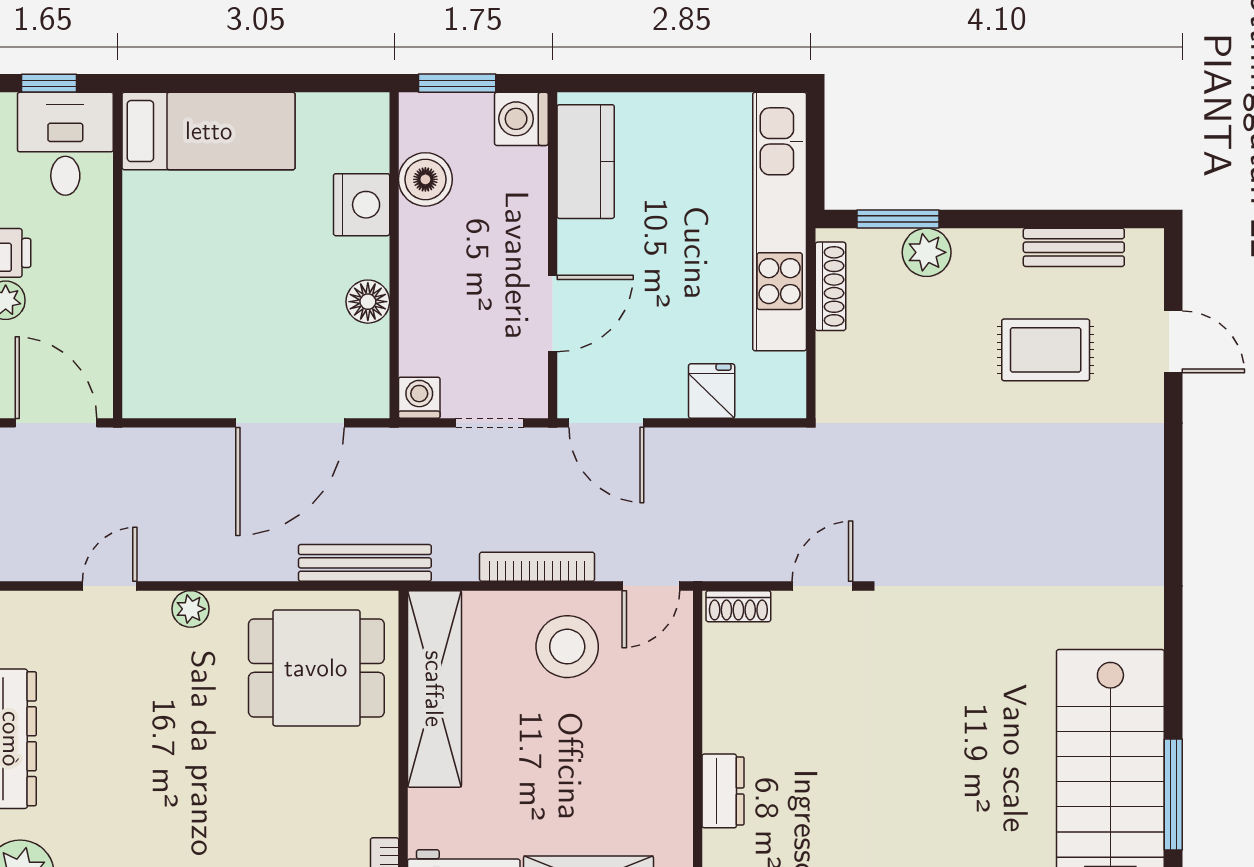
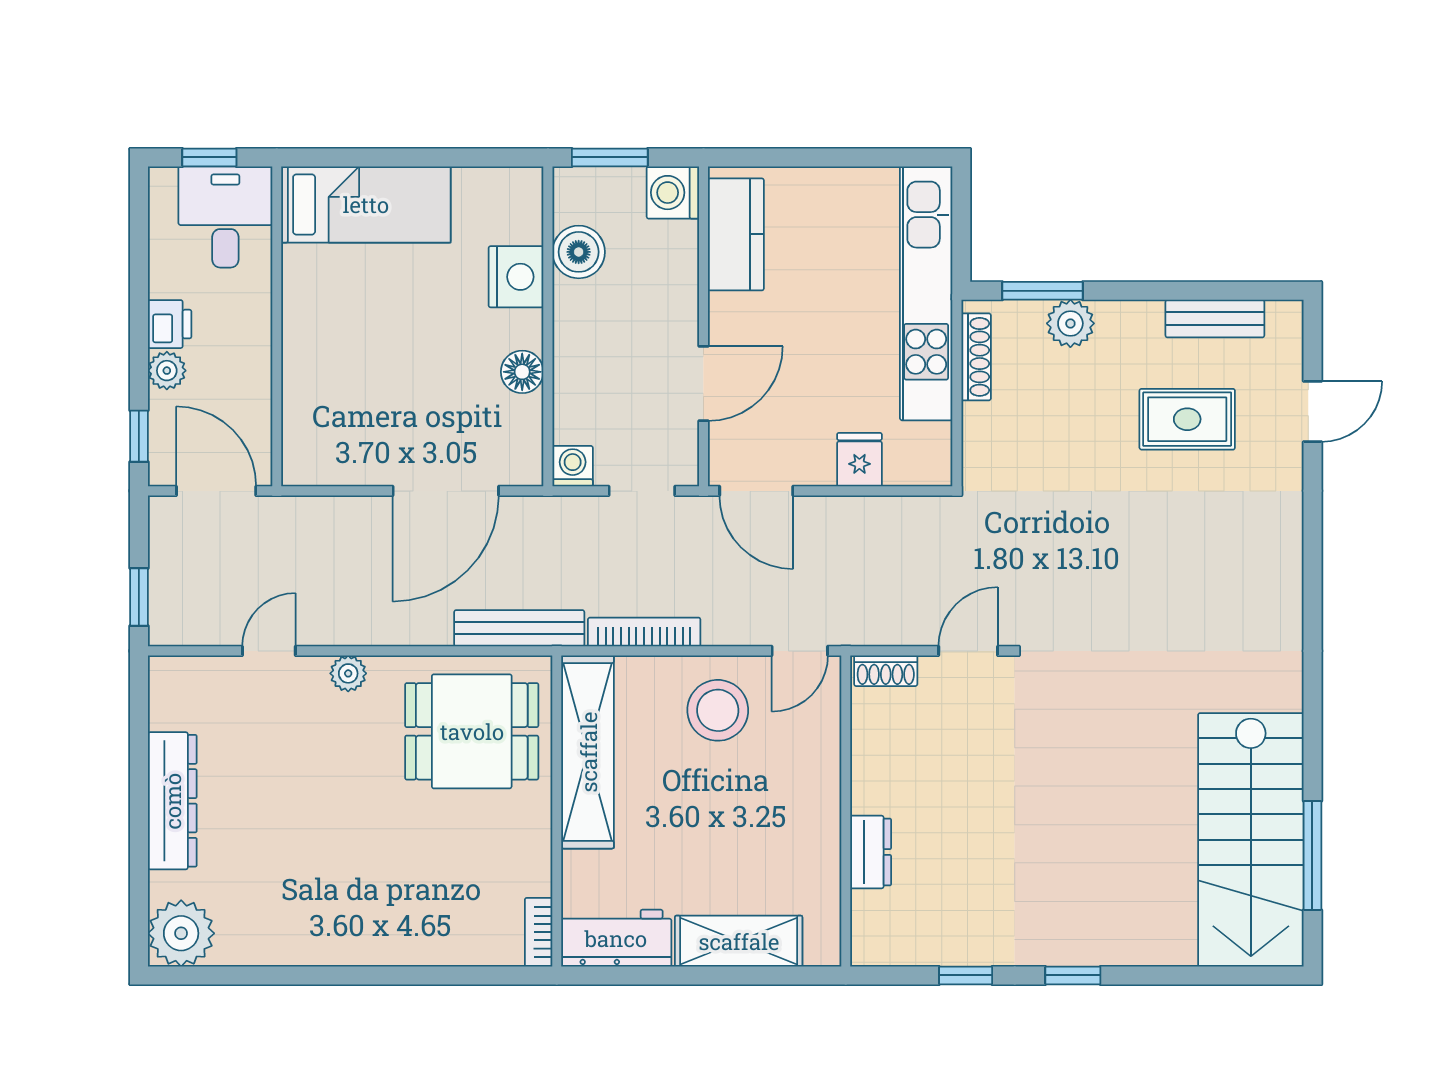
door: (1173, 342) -> (1312, 411), hinge flipped
bookcase: (537, 567) -> (644, 632), moved

